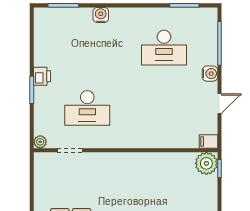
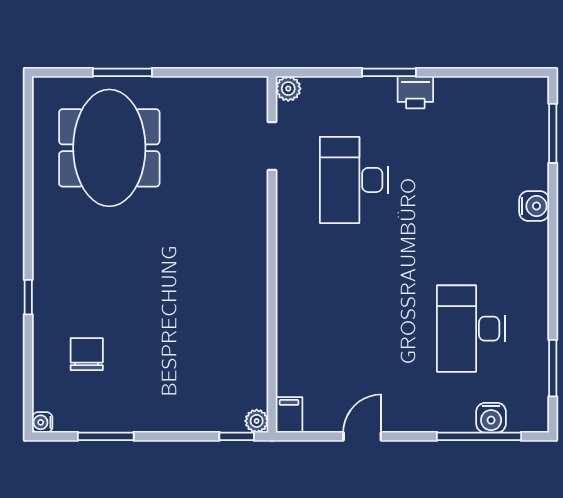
water cooler: (210, 74) -> (491, 418), moved
door: (220, 104) -> (362, 436), swing flipped
plant: (206, 163) -> (257, 421), width x0.53, depth x0.53

